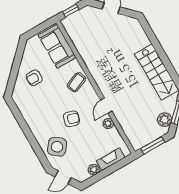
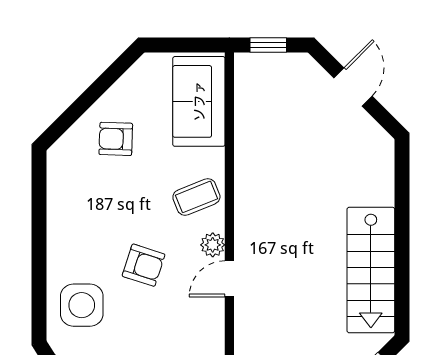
plant: (108, 123) -> (213, 245), moved
side table: (57, 147) -> (82, 305), turned -38

